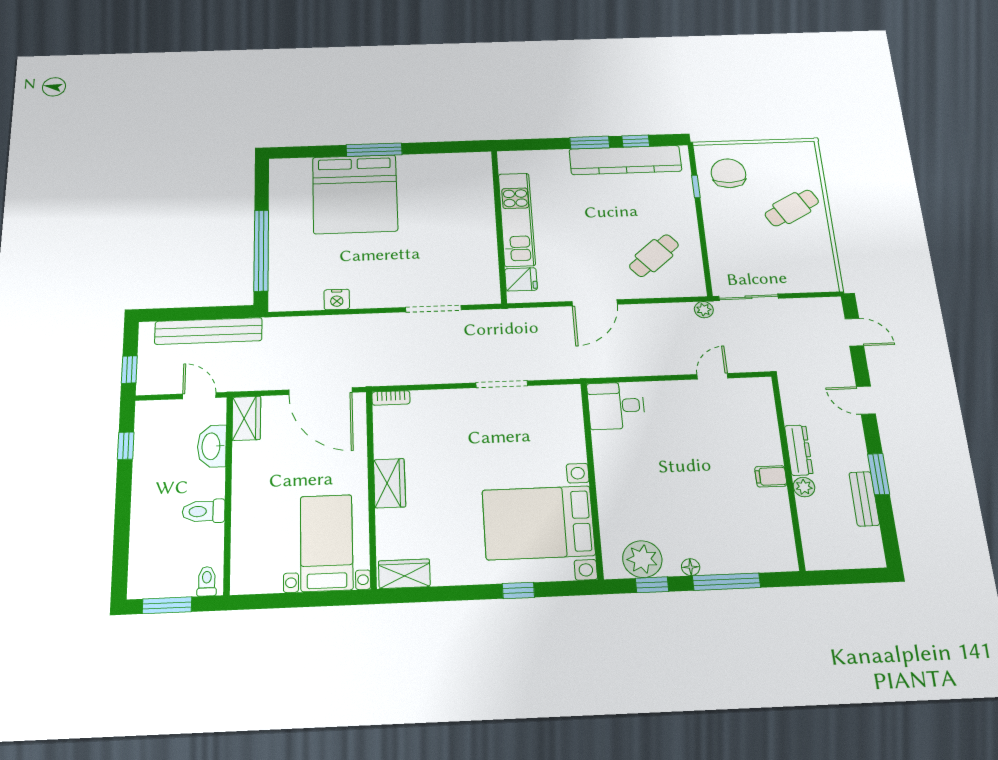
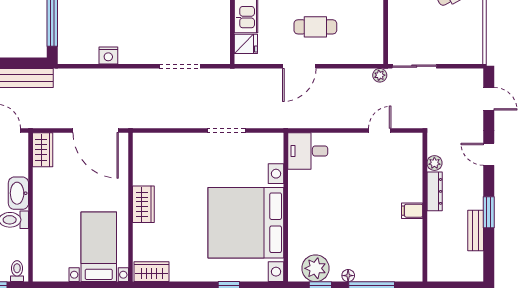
cafe table: (654, 256) -> (315, 27), moved, turned 41
bookcase: (391, 398) -> (146, 138), removed
washbasin: (212, 446) -> (18, 193), moved
plant: (804, 487) -> (434, 163), moved
bed with nightstands: (538, 523) -> (246, 223), width x1.36

